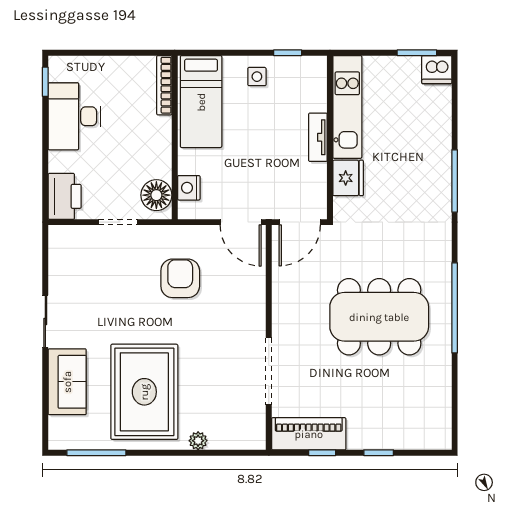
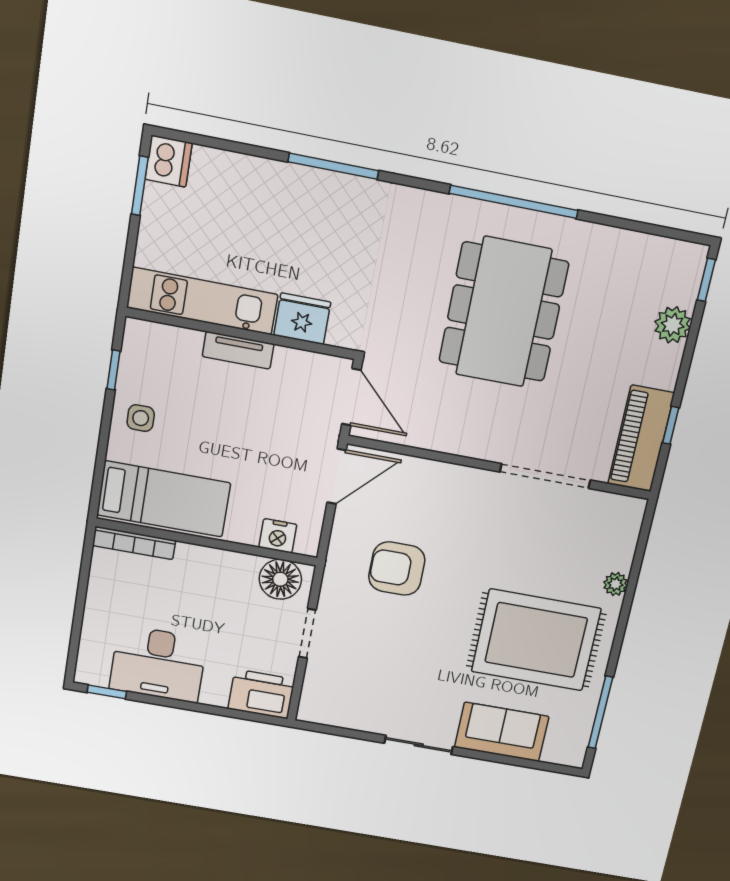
plant: (393, 437) -> (673, 325), added
window: (379, 453) -> (706, 280), moved

